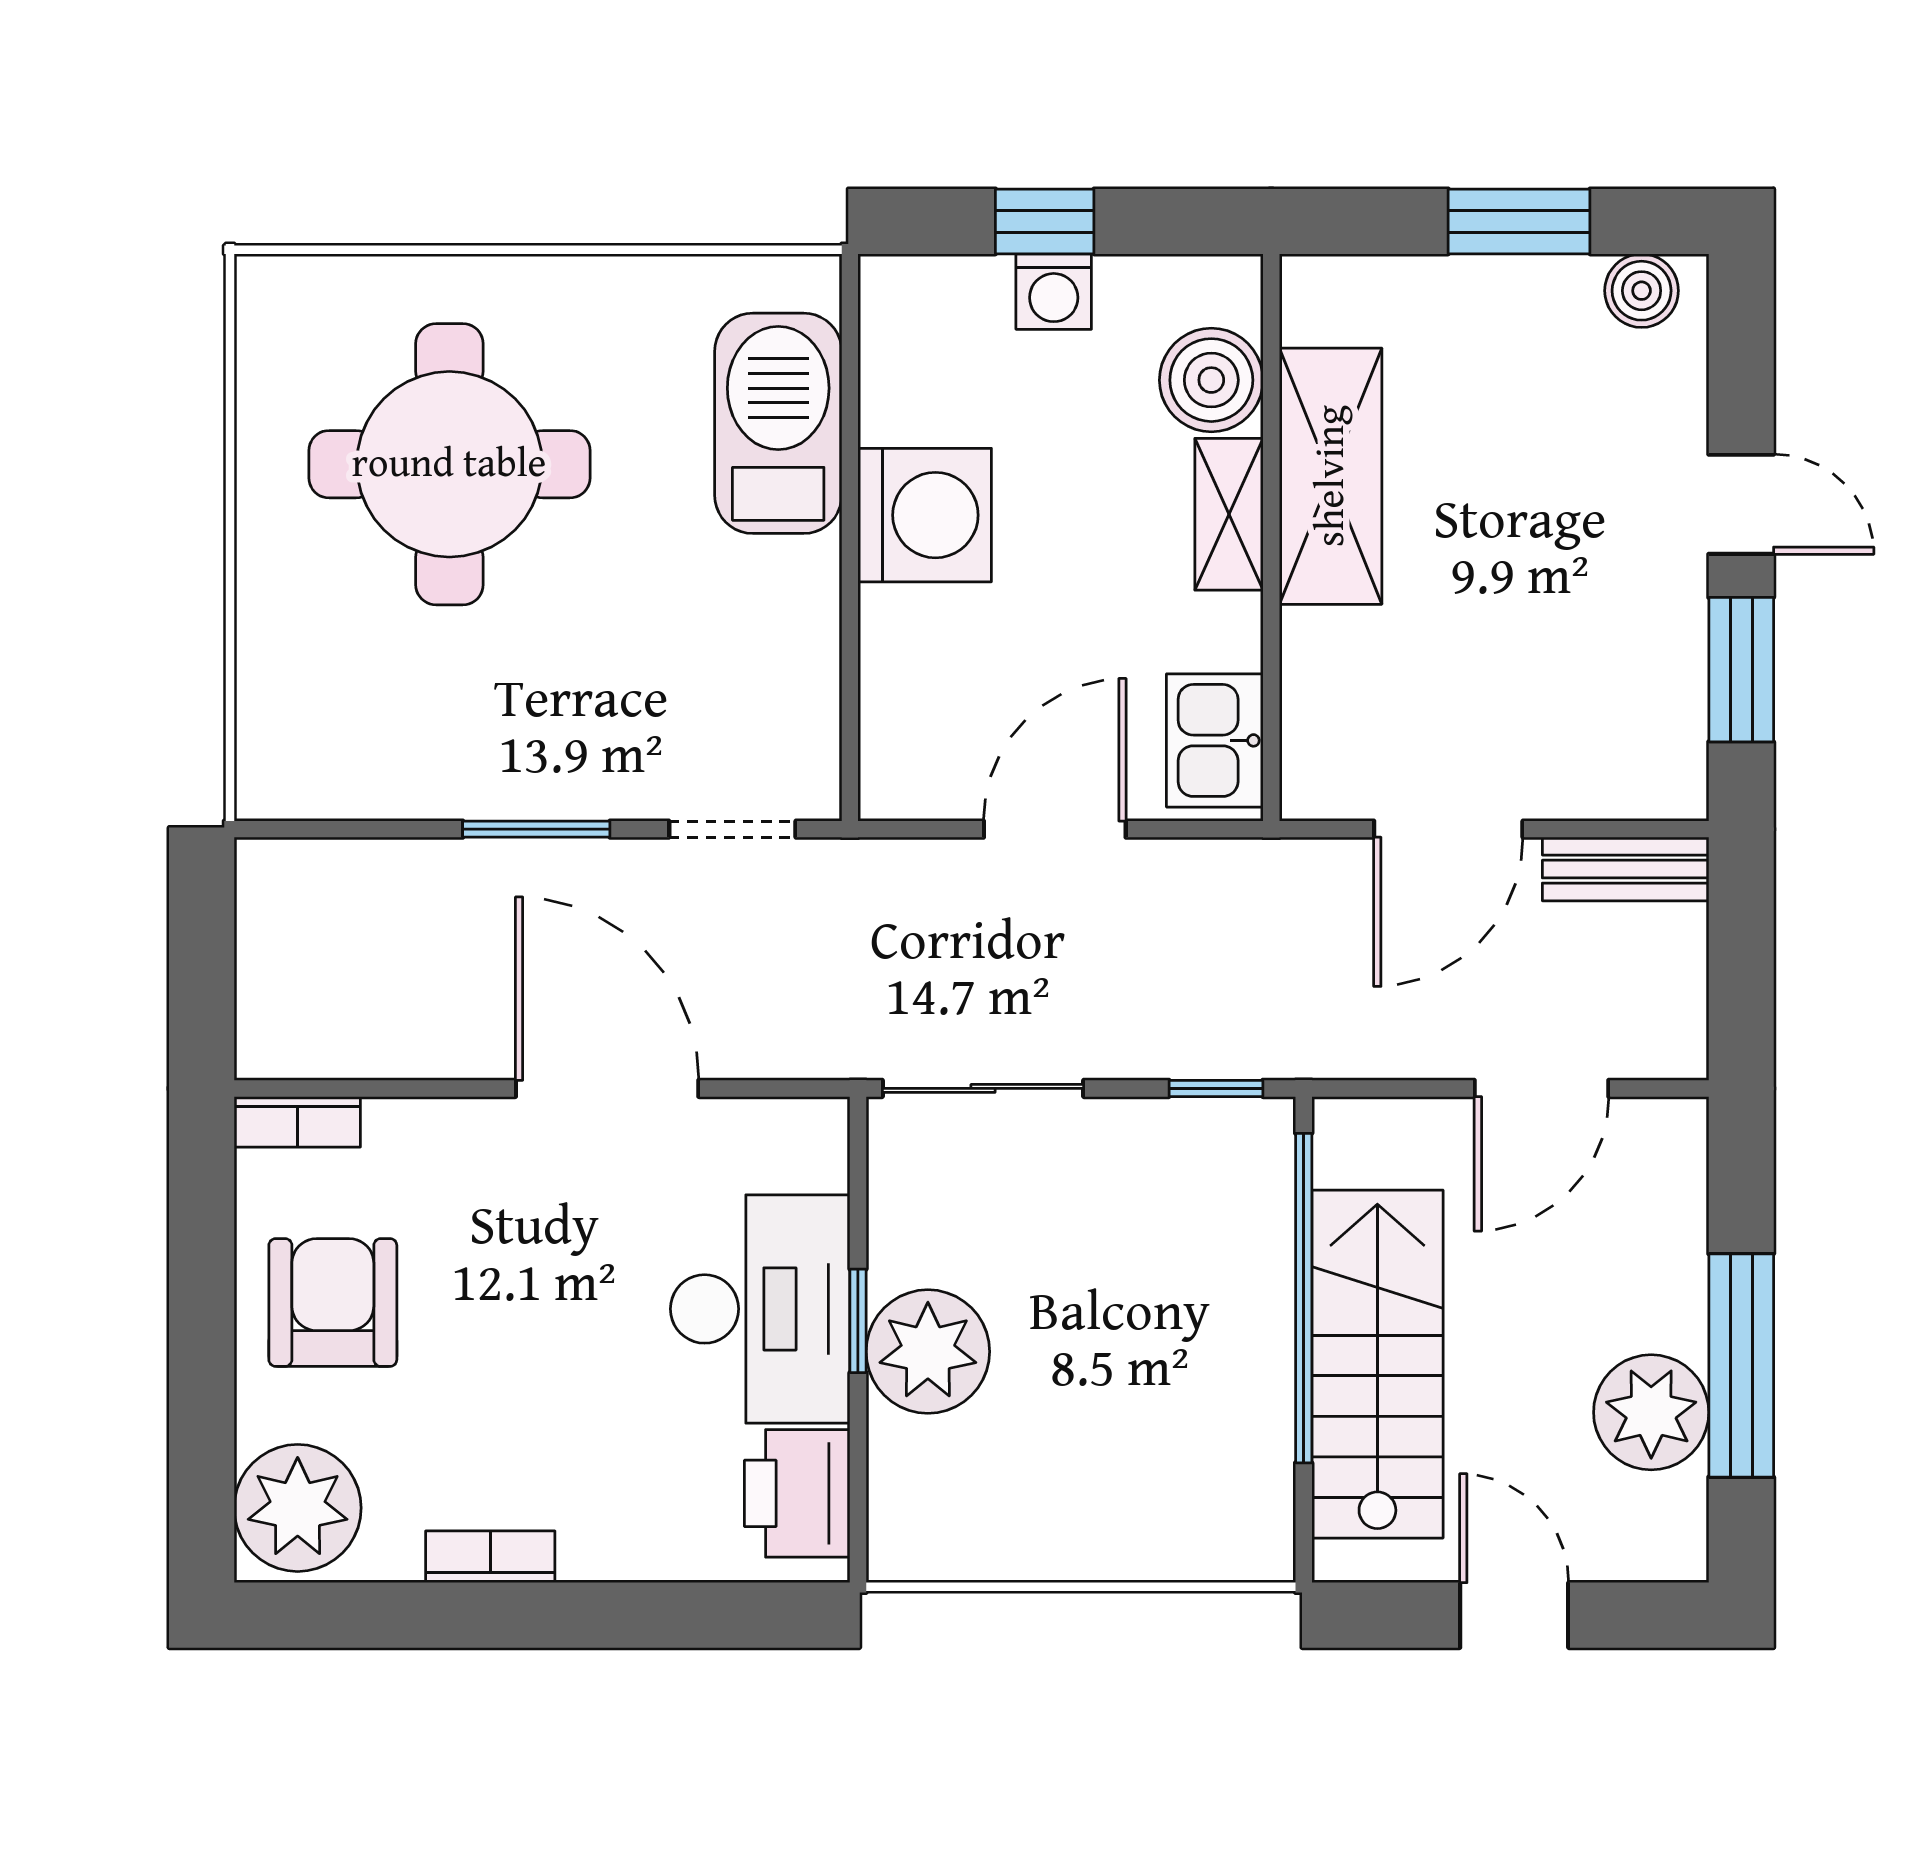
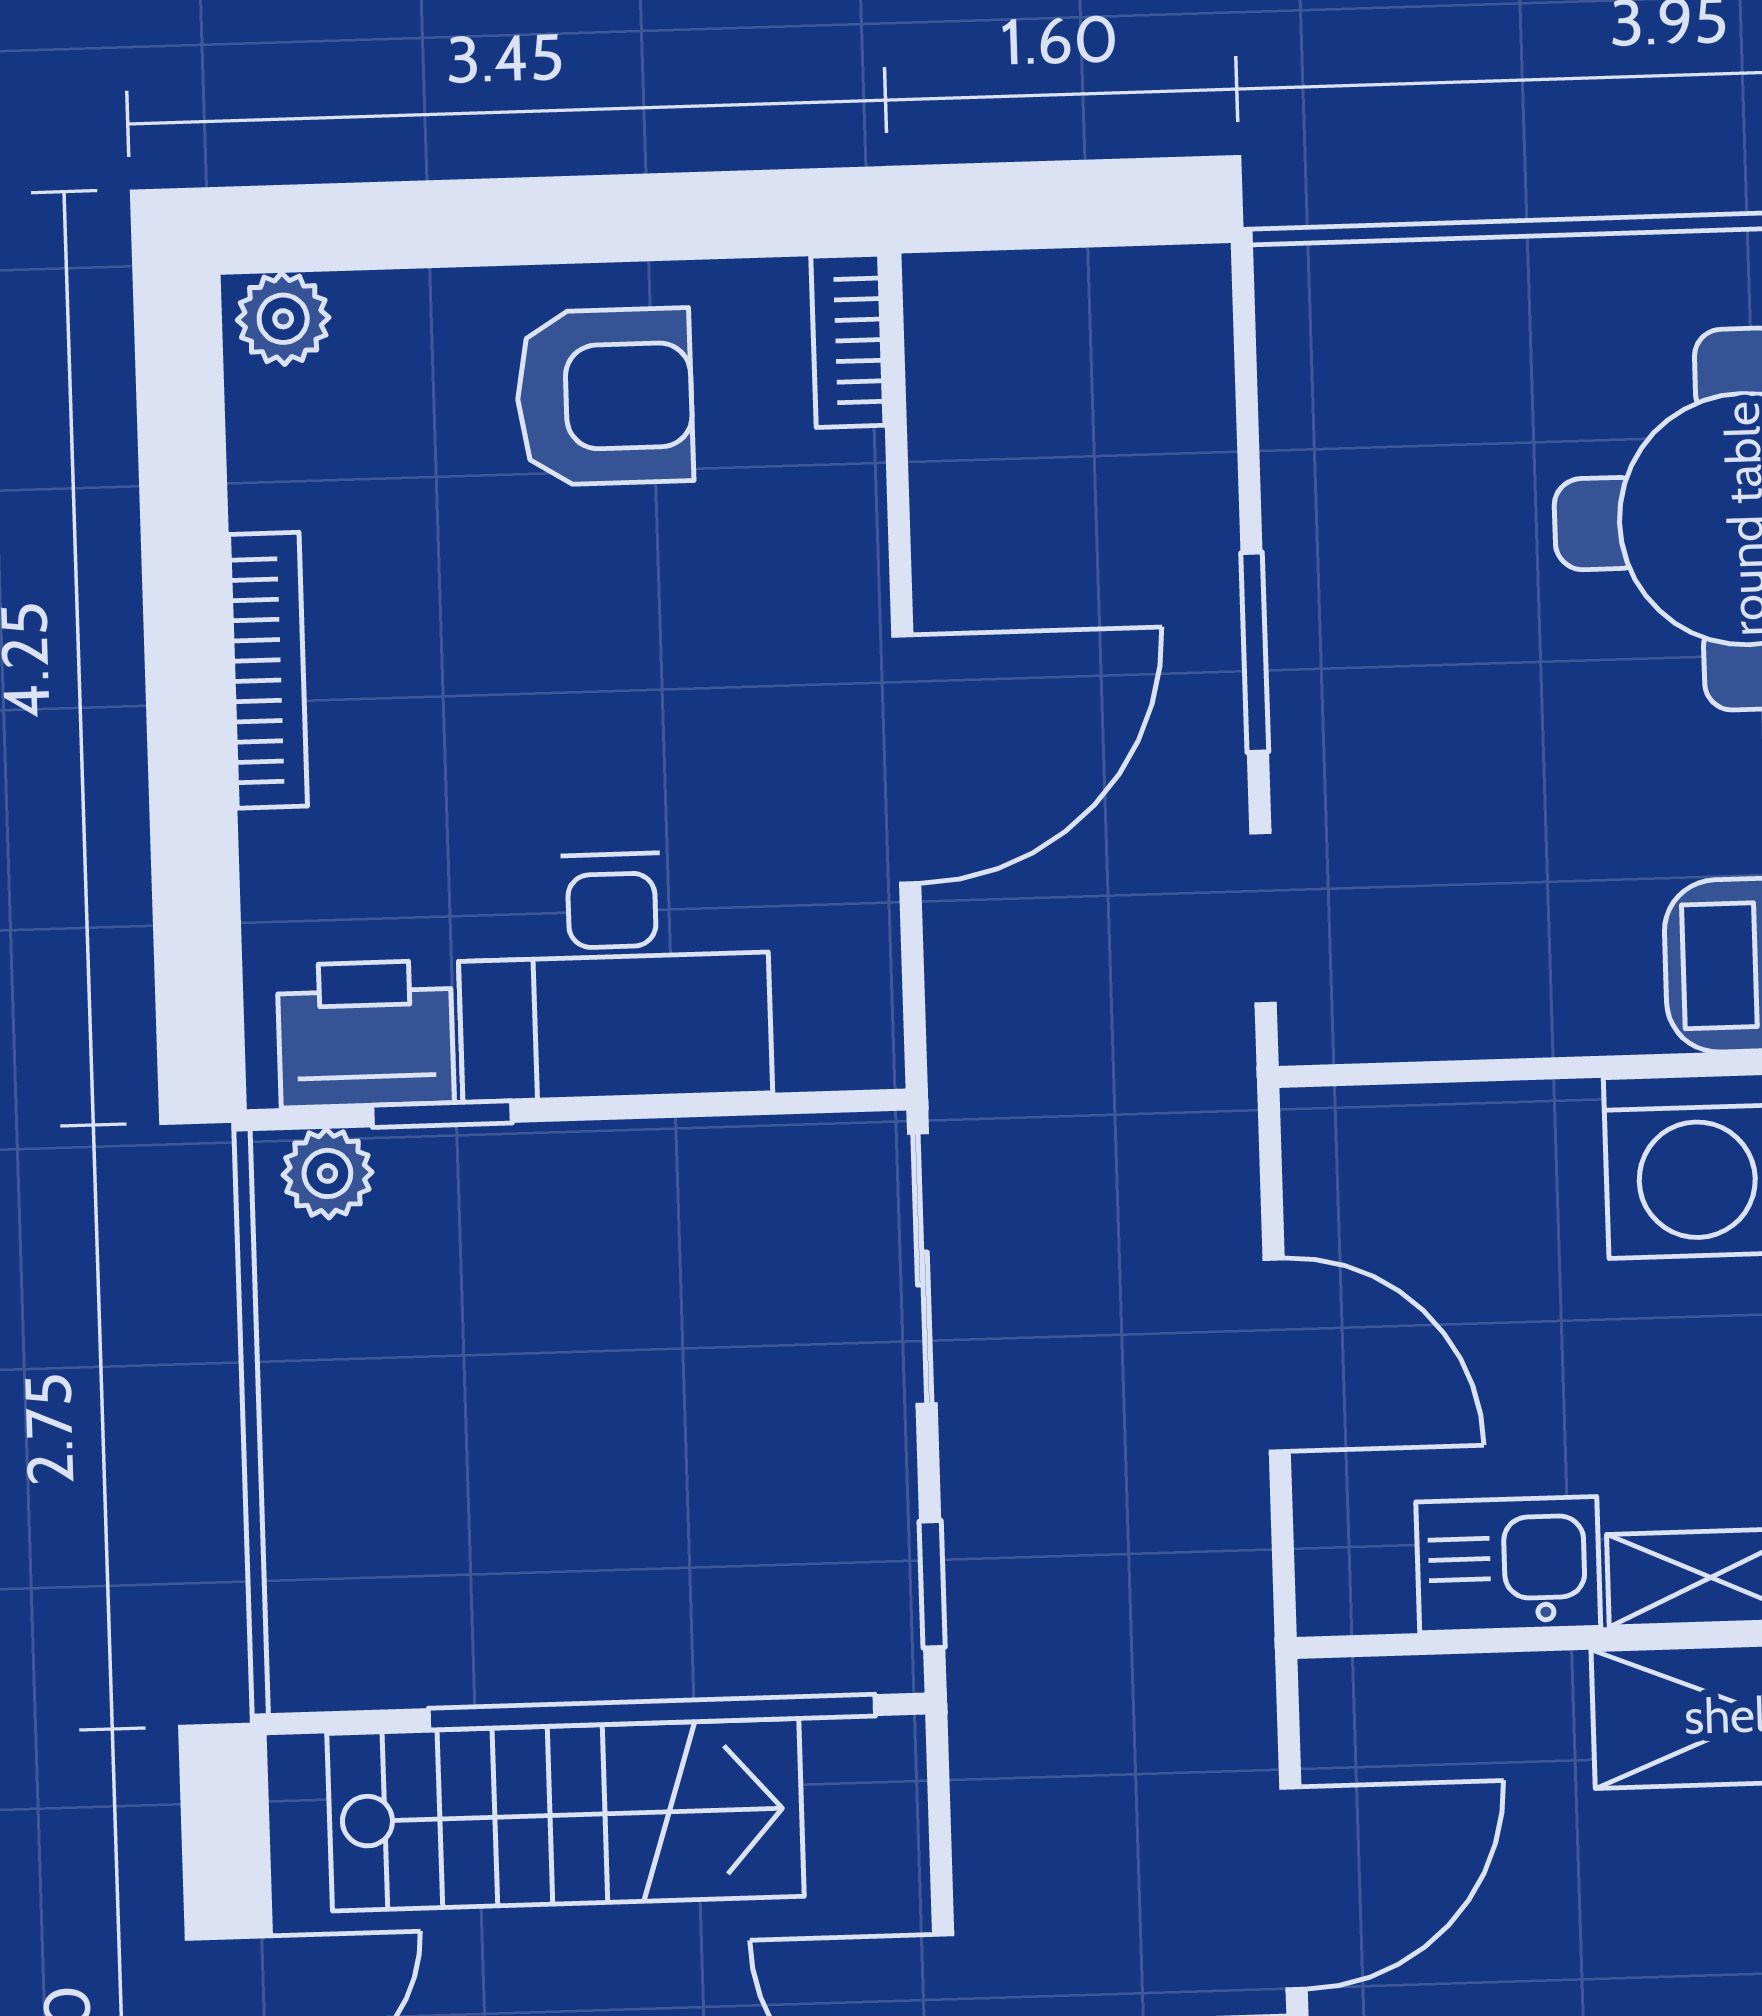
kitchen sink: (1215, 740) -> (1508, 1565), moved
door: (1448, 829) -> (1293, 1888), swing flipped
window: (858, 1321) -> (442, 1114), moved
plant: (928, 1352) -> (327, 1173), moved, width x0.53, depth x0.53
plant: (298, 1508) -> (283, 319), width x0.53, depth x0.53
bookcase: (490, 1557) -> (268, 670), width x1.56

